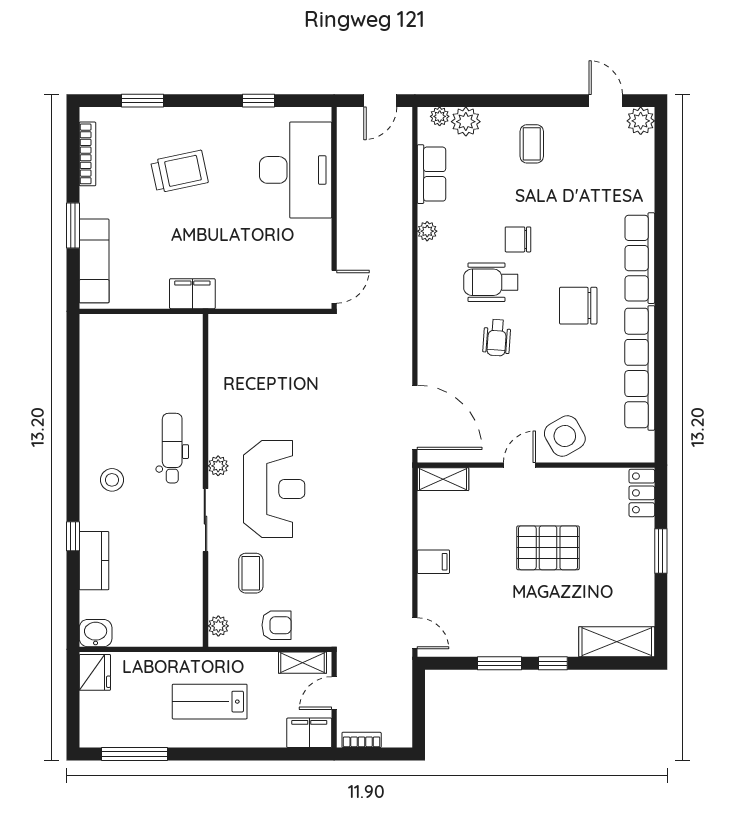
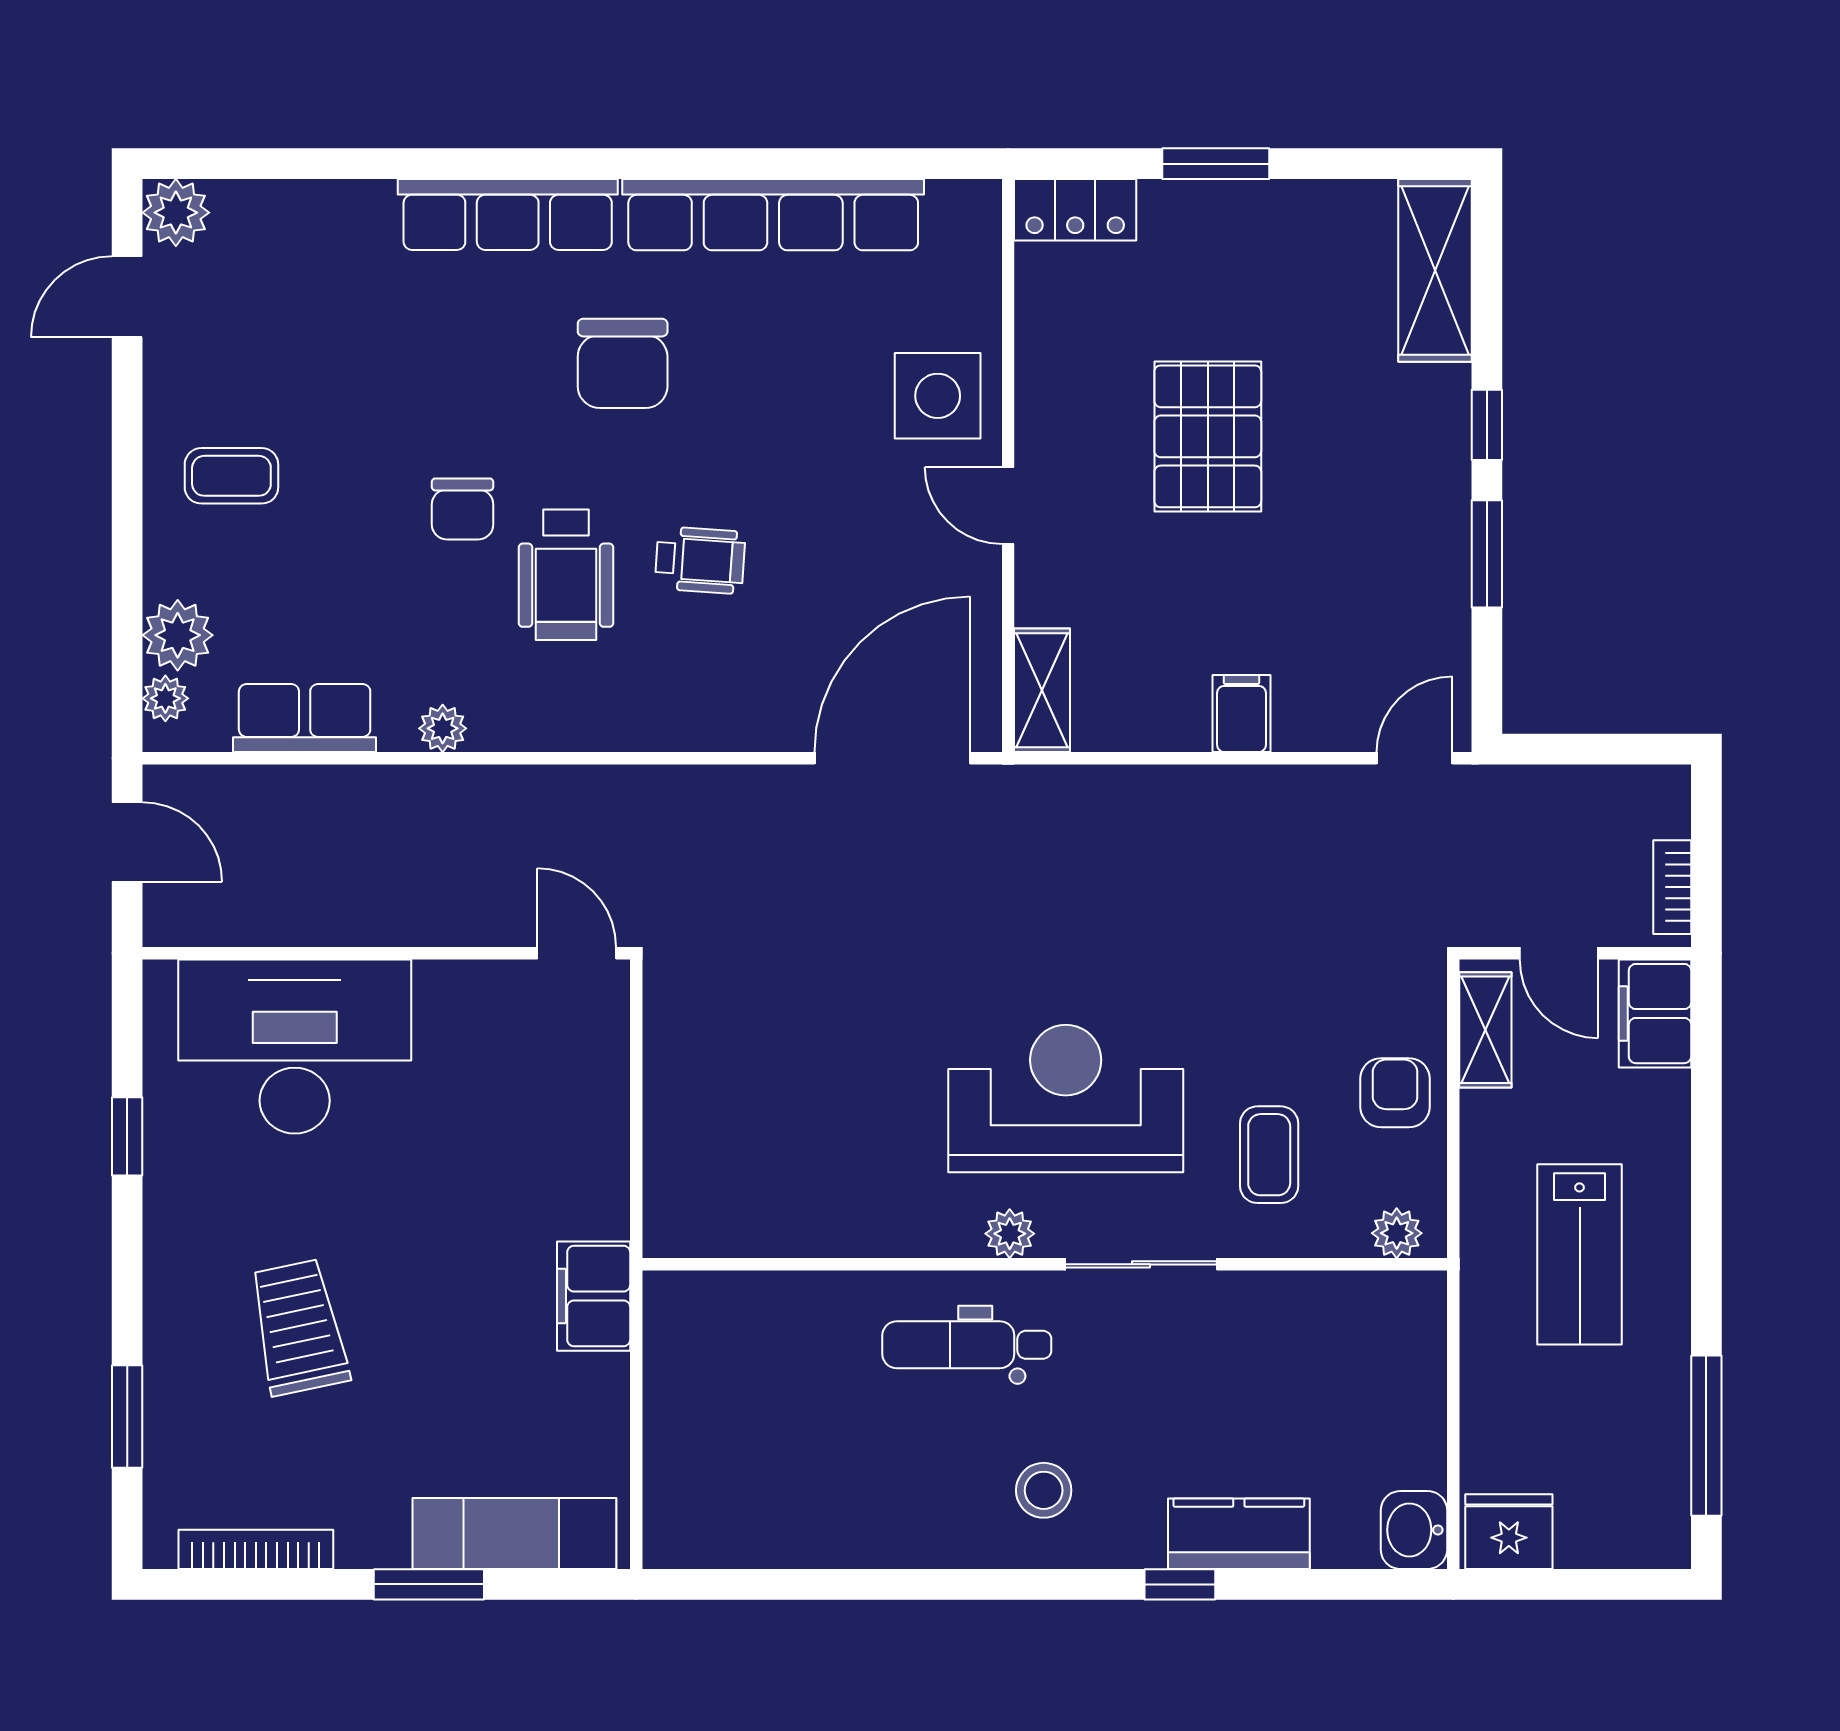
side table: (565, 436) -> (938, 396), turned 30
coffee table: (251, 573) -> (1269, 1155), turned 90

